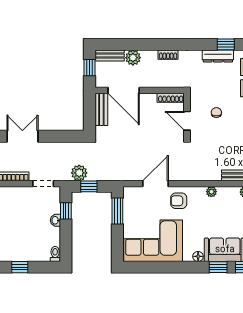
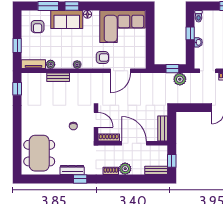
window: (226, 44) -> (80, 179), moved
plant: (133, 58) -> (125, 169), moved
door: (124, 90) -> (134, 143), moved
window: (66, 211) -> (190, 33), moved
window: (117, 211) -> (150, 50), removed

